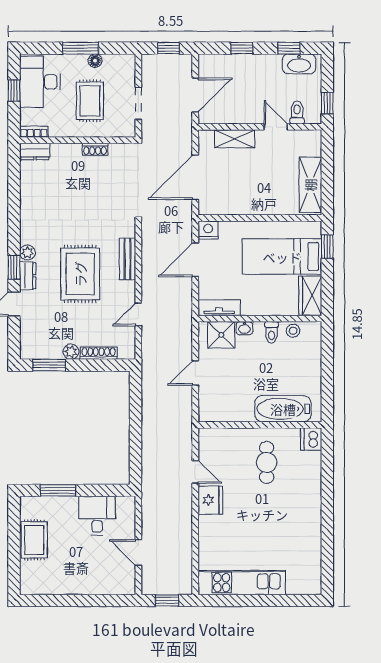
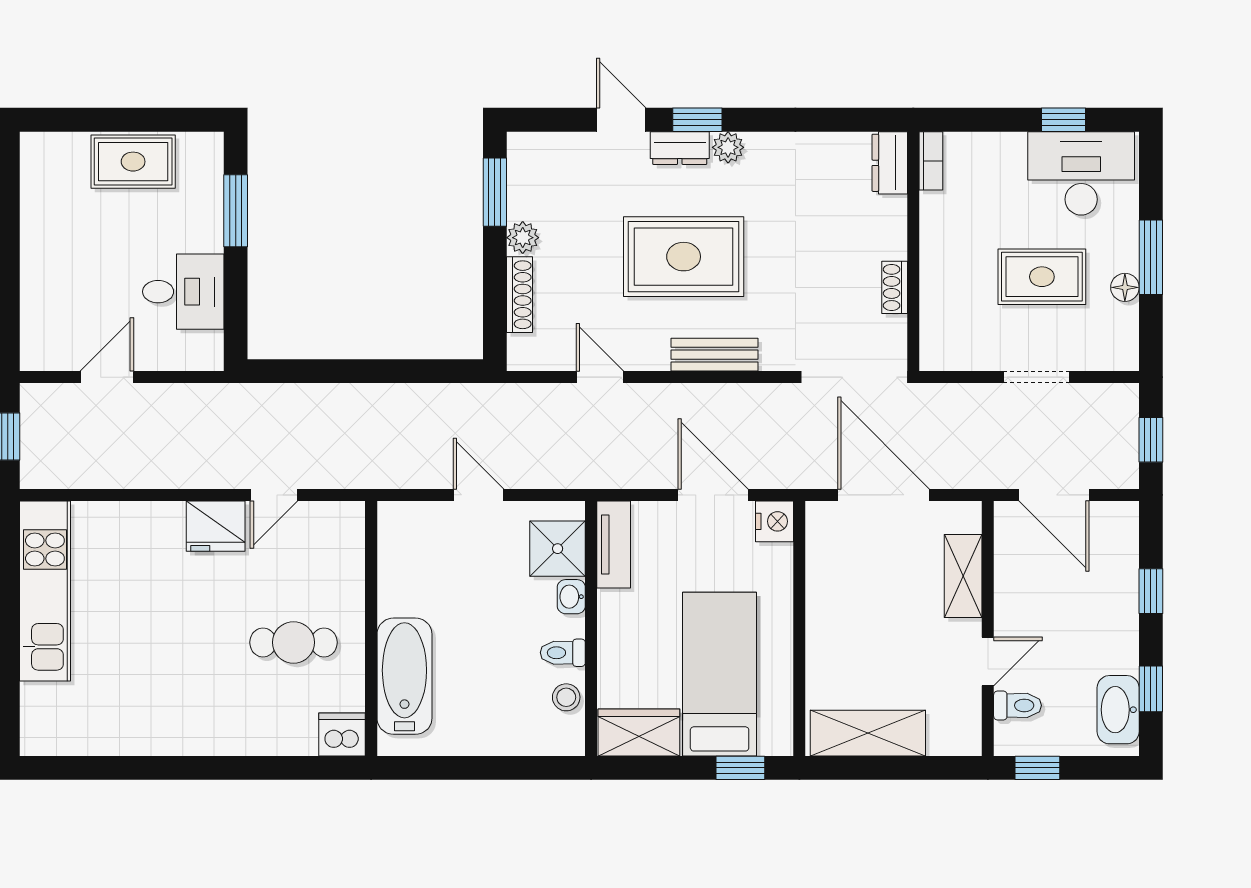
bookcase: (34, 132) -> (931, 161), moved
wall: (78, 140) -> (913, 251), moved
shoe rack: (95, 149) -> (895, 287), moved
dresser: (35, 152) -> (890, 163), moved

